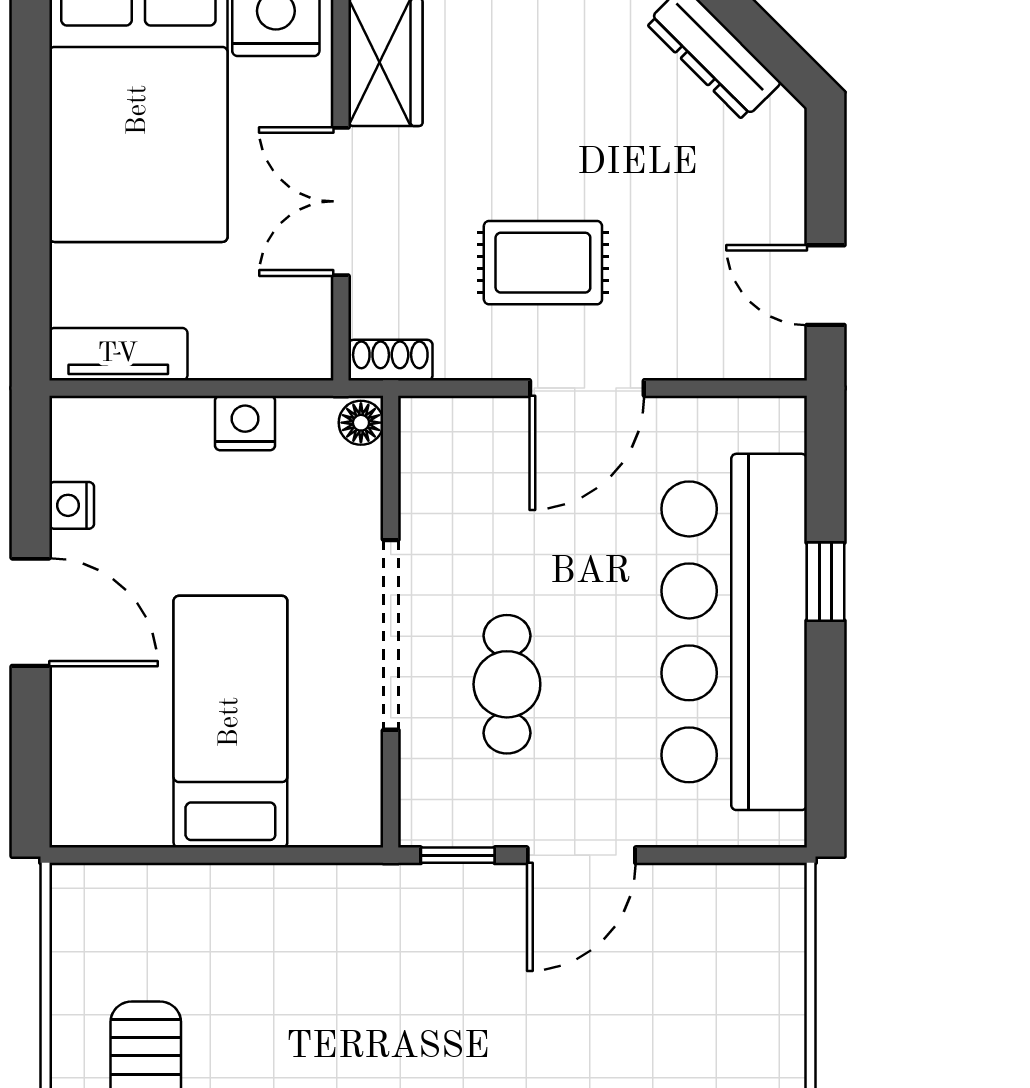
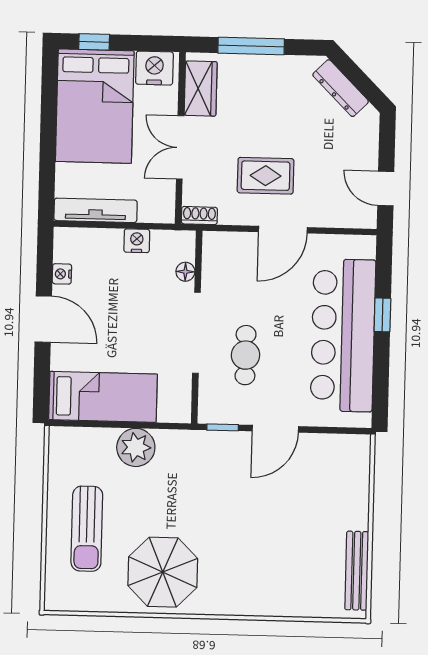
tv unit: (118, 354) -> (96, 210), width x1.41
floor lamp: (361, 423) -> (185, 272), moved
bed: (230, 722) -> (103, 397), moved, turned 90
plant: (256, 907) -> (136, 447), added

